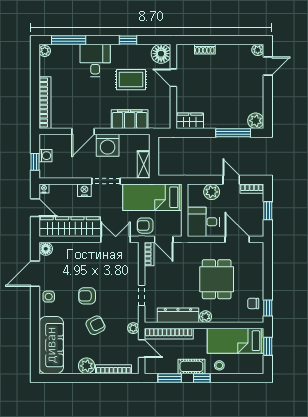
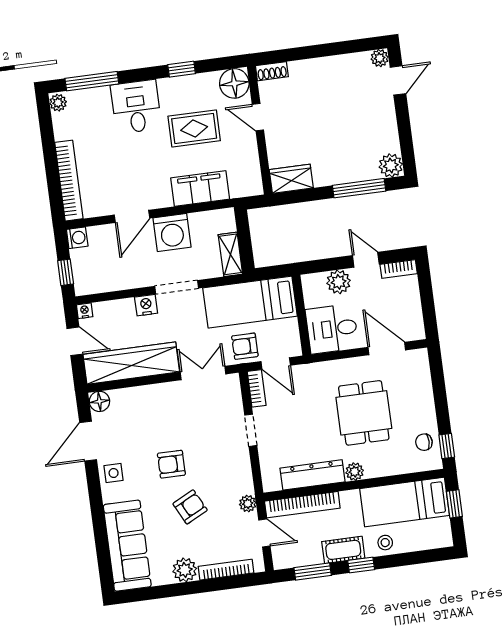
shoe rack: (205, 49) -> (272, 71), moved
washing machine: (45, 156) -> (77, 238), moved
window: (268, 211) -> (427, 299), removed
doorway: (142, 296) -> (251, 430), moved

